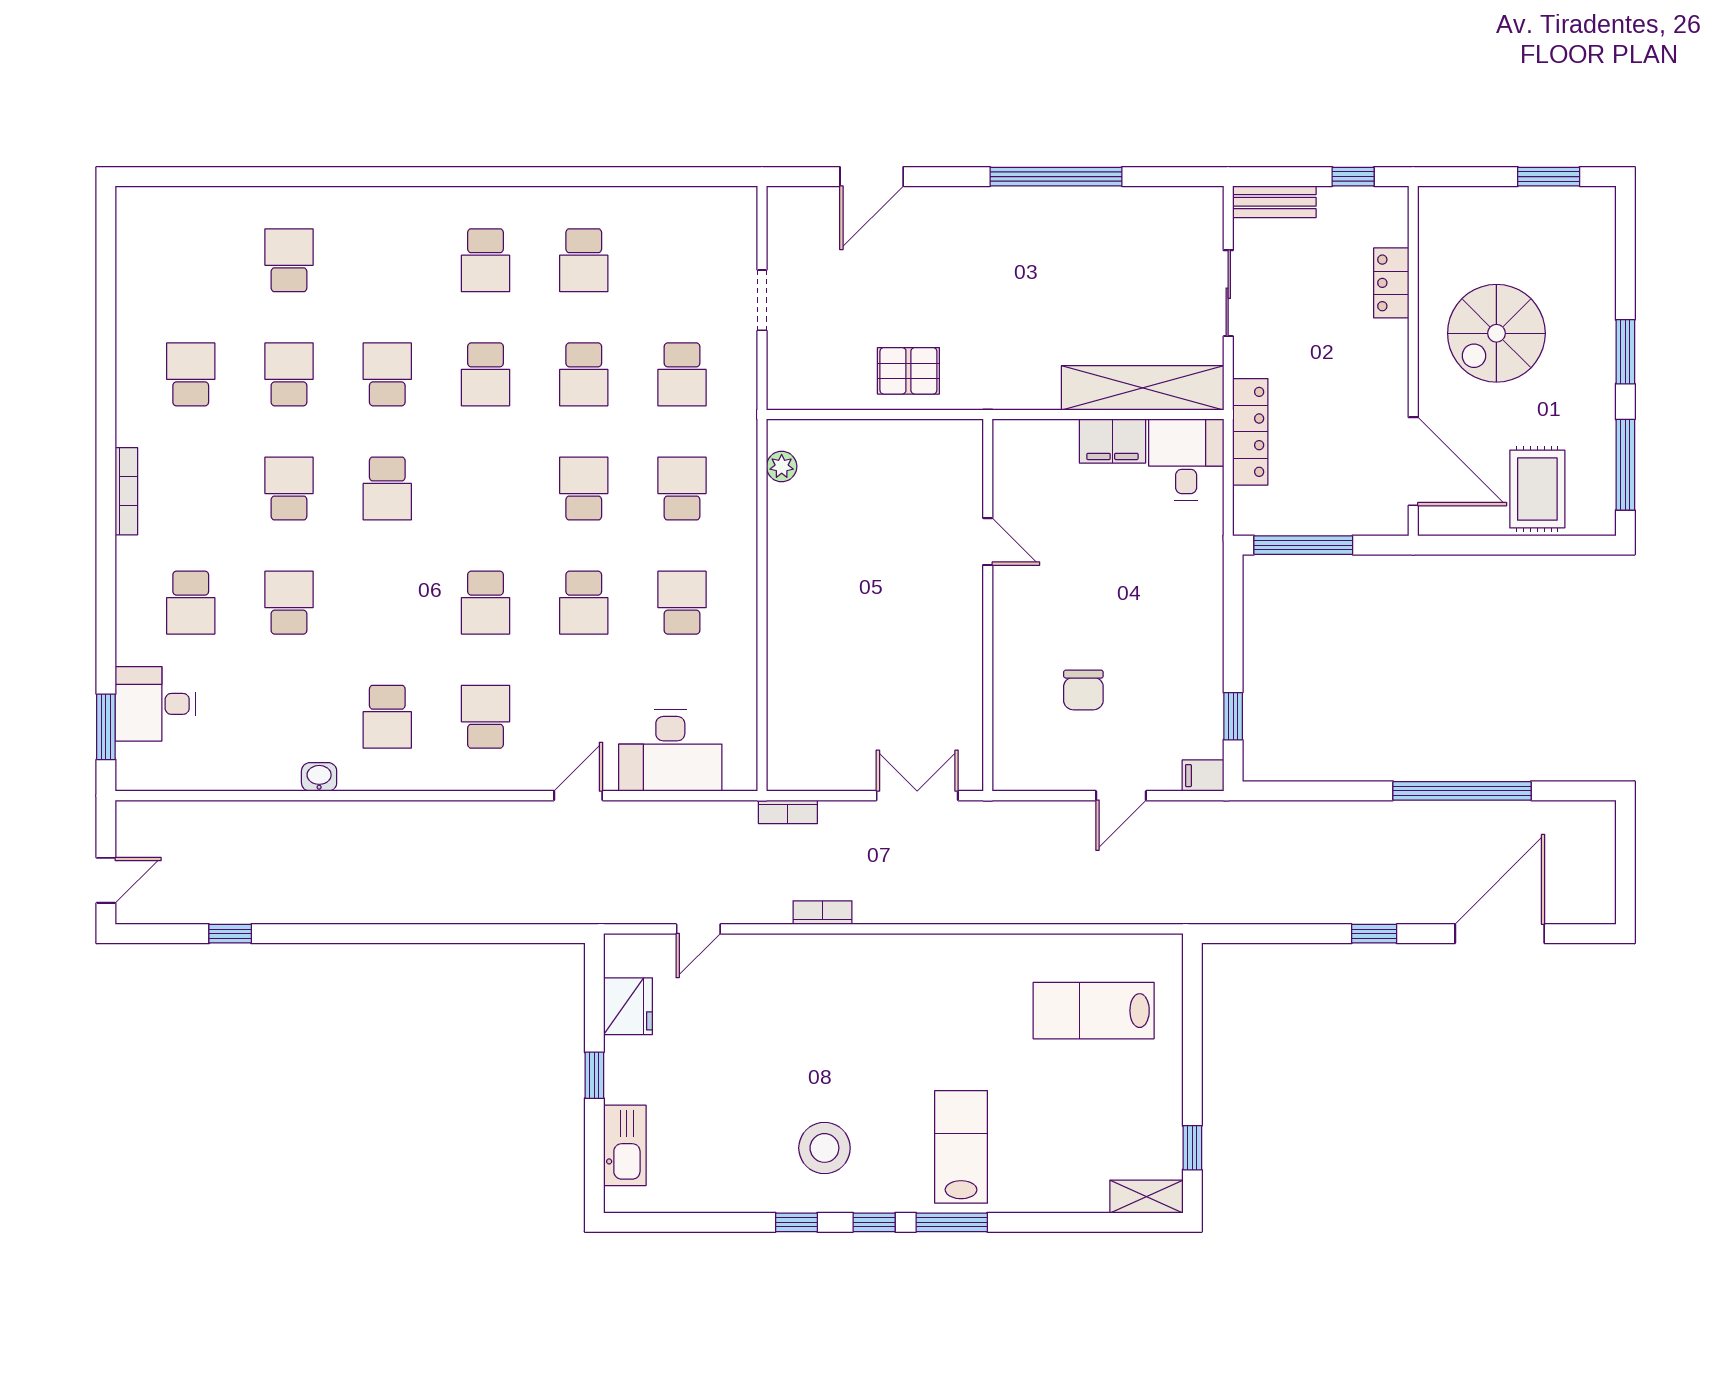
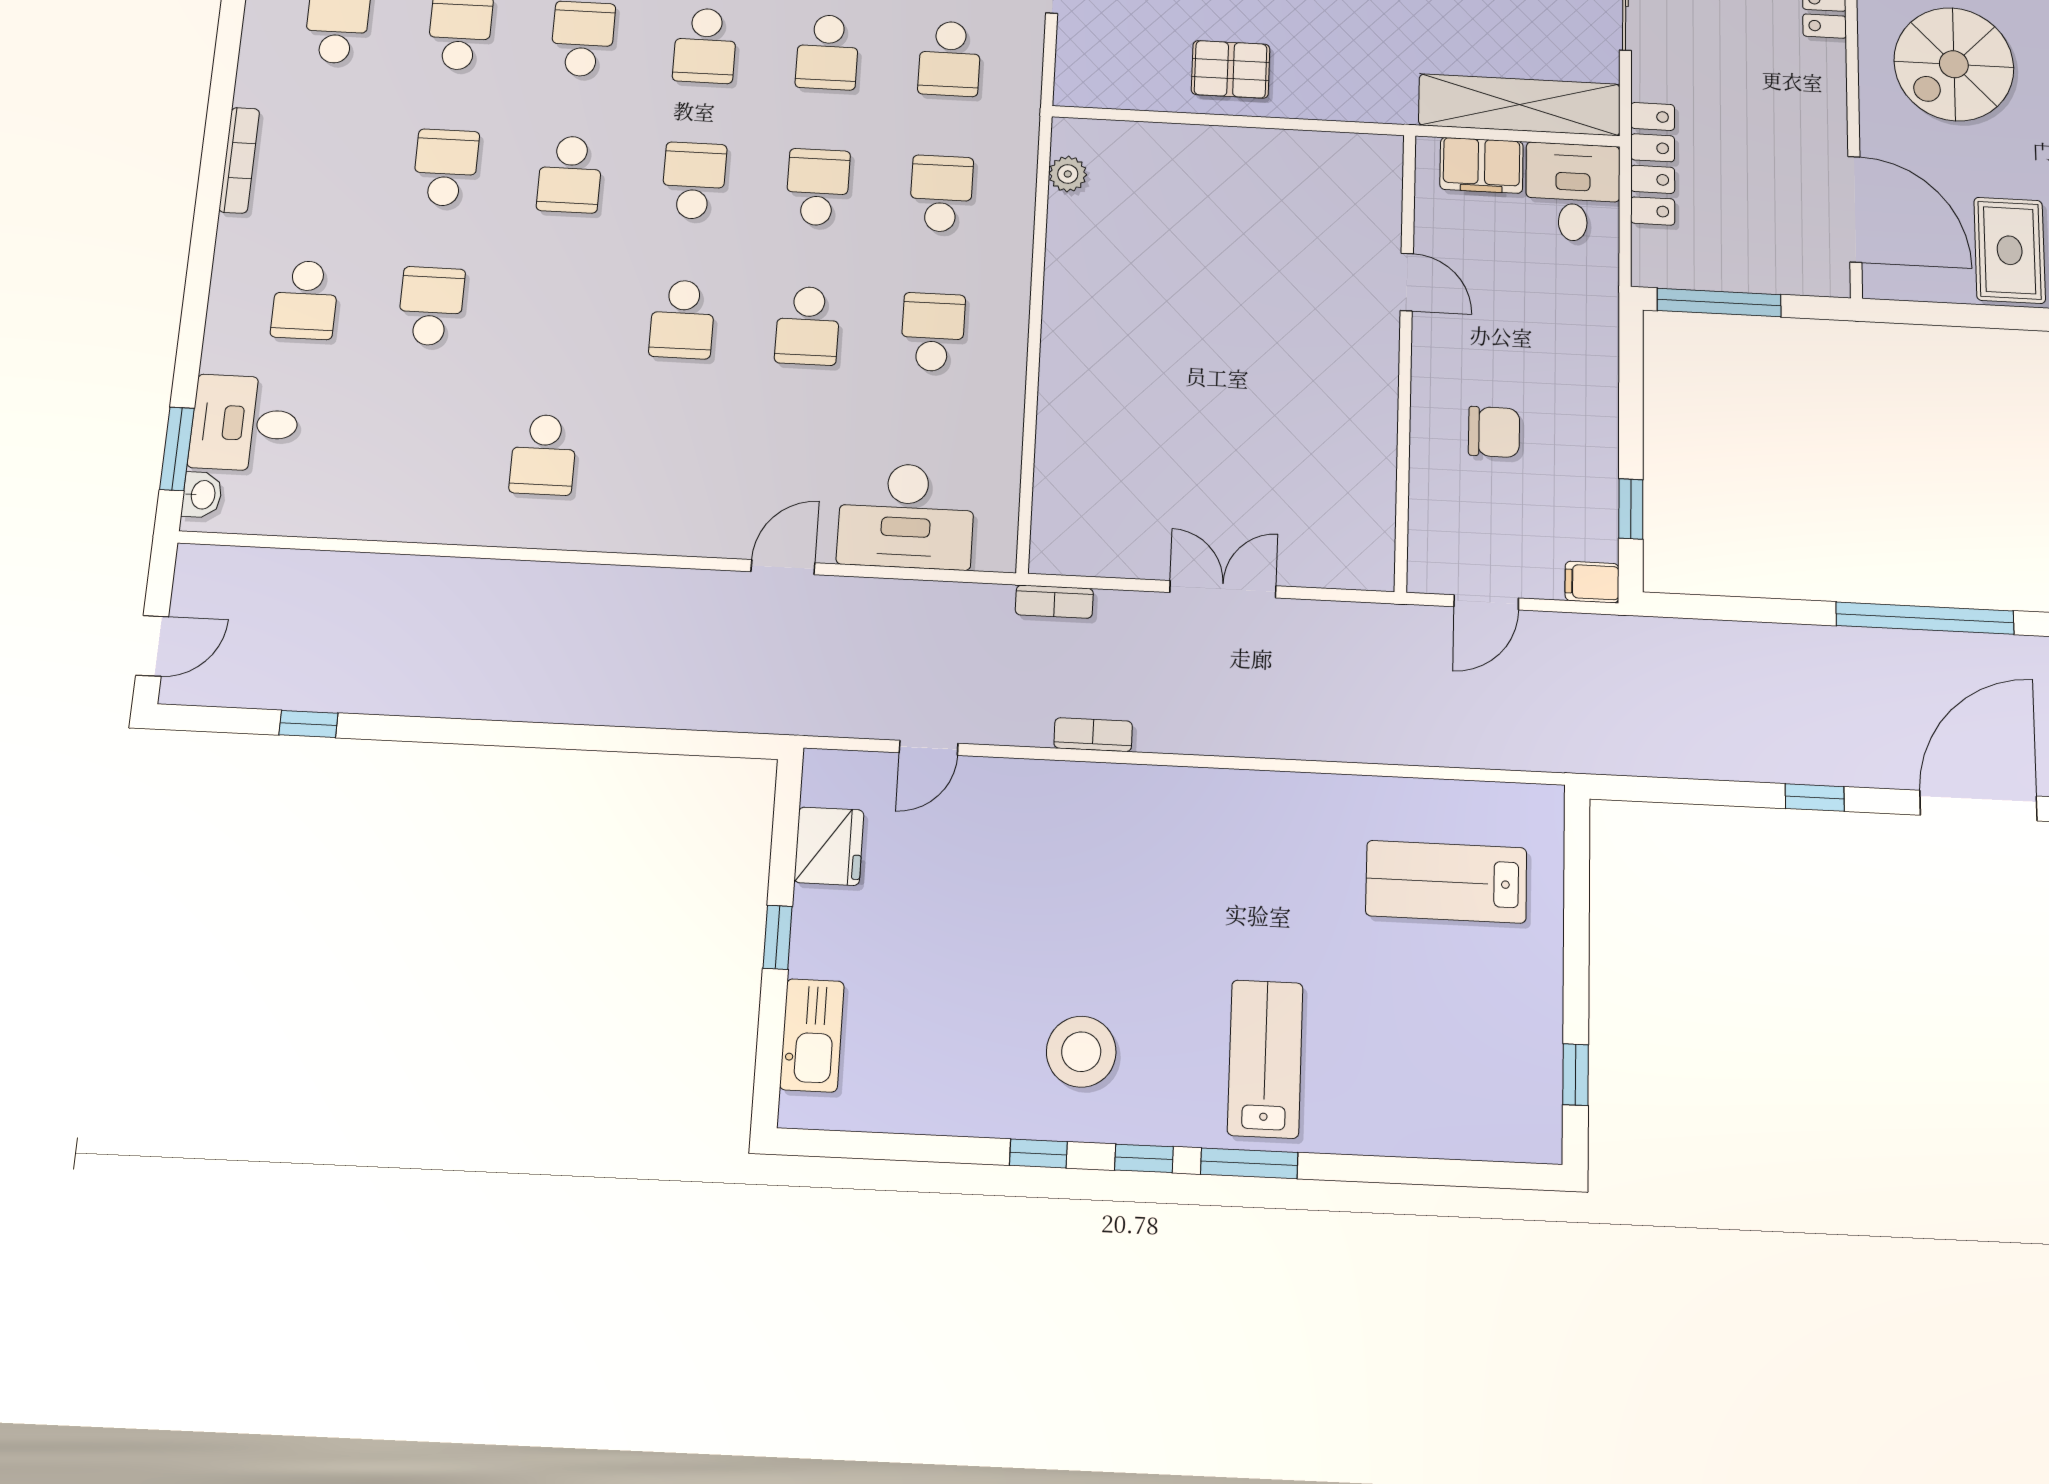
door: (988, 542) -> (1407, 282), moved
wall: (988, 605) -> (1405, 359), moved
chair: (1083, 690) -> (1494, 432), moved, turned -90
school desk: (485, 717) -> (694, 181), moved
washbasin: (319, 777) -> (202, 495), moved, turned 90
shelving: (1147, 1197) -> (1513, 1140), removed

